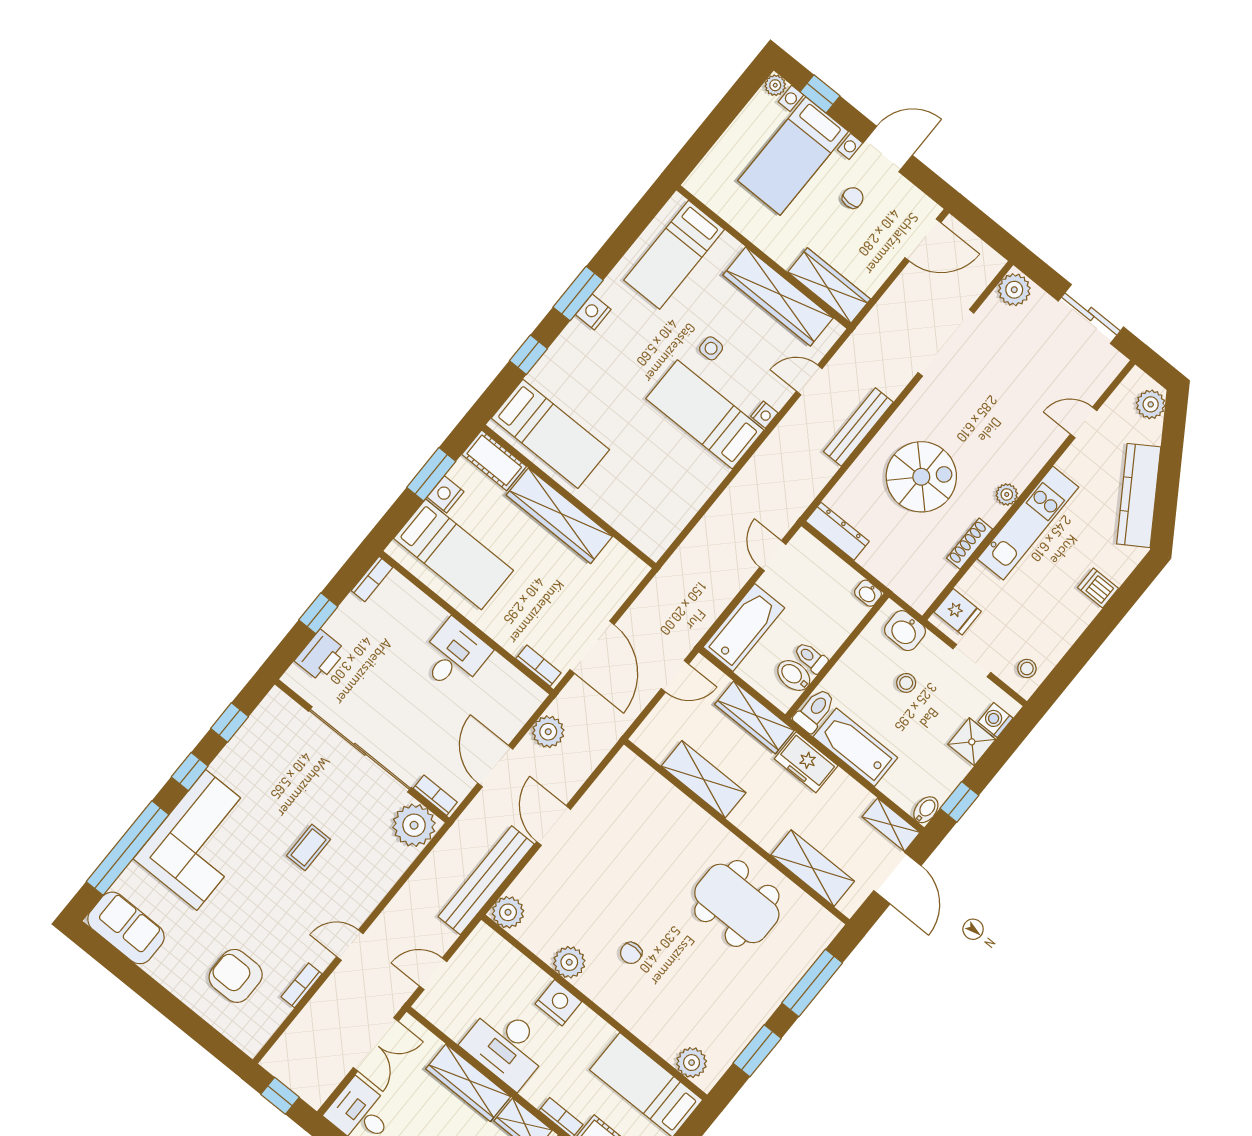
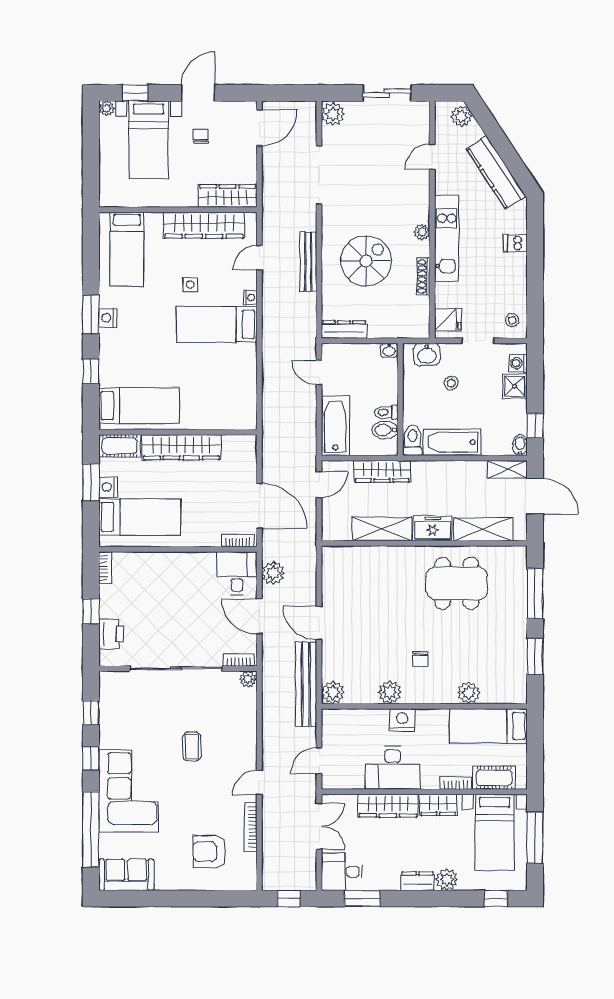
desk: (454, 656) -> (237, 573), moved
freezer: (806, 762) -> (433, 528), moved, turned 180
plant: (414, 825) -> (248, 679), width x0.53, depth x0.53
bookcase: (302, 985) -> (251, 827), width x1.56
plant: (692, 1063) -> (469, 693), moved

